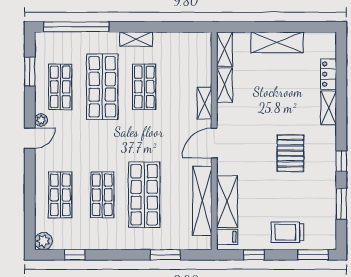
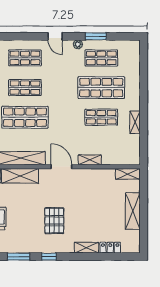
window: (76, 27) -> (144, 69), removed
shelving: (136, 39) -> (135, 122), moved
window: (30, 72) -> (96, 36), moved
shelving: (224, 85) -> (102, 174), removed
door: (30, 138) -> (55, 36), moved
pallet: (290, 153) -> (54, 221), turned 90

